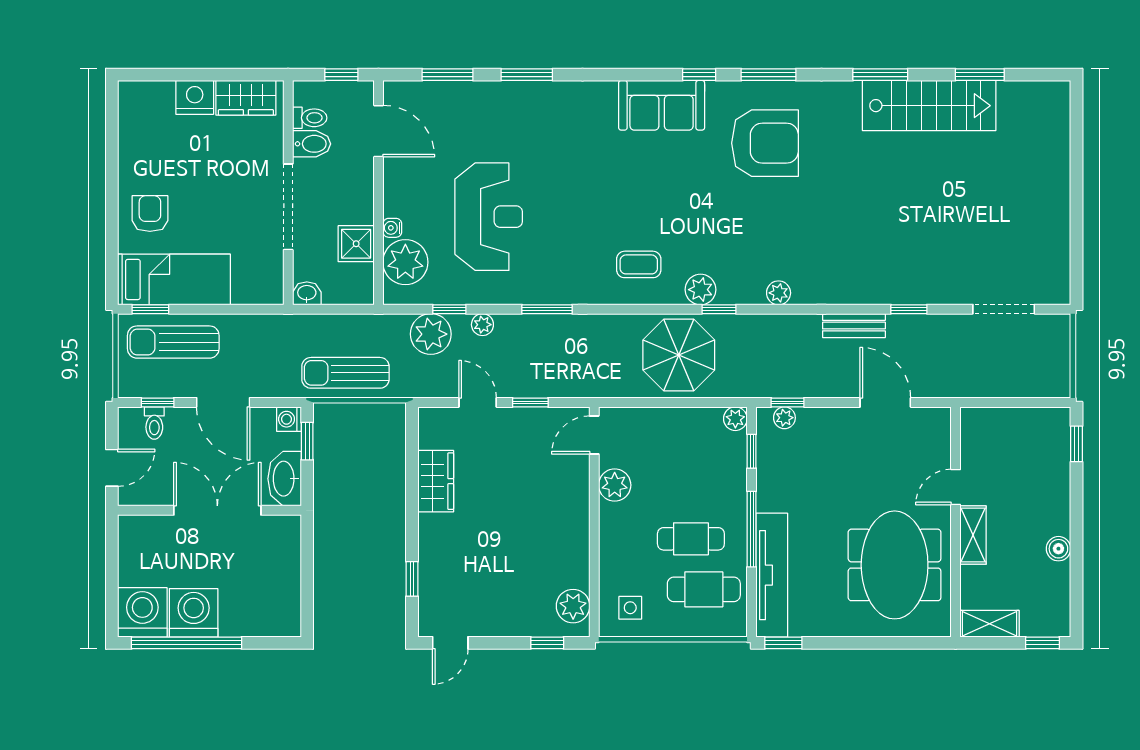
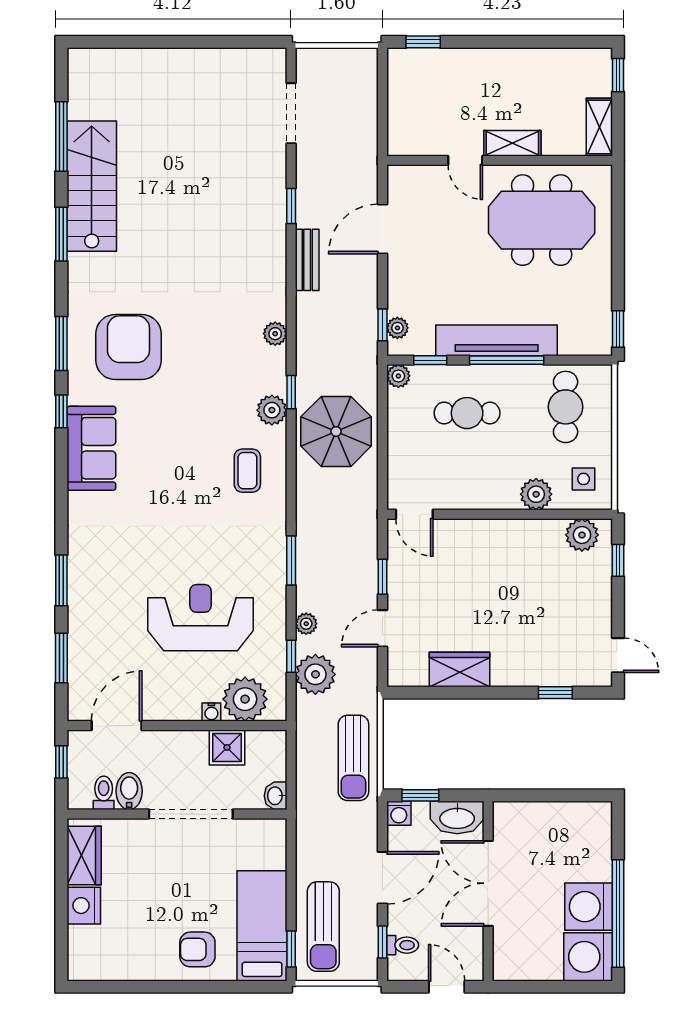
window: (980, 75) -> (61, 137), width x1.44
plant: (615, 485) -> (536, 494), moved
cafe table: (691, 539) -> (467, 413), moved, turned 90
boiler: (1058, 549) -> (526, 59), removed
tv unit: (772, 575) -> (497, 340), moved

